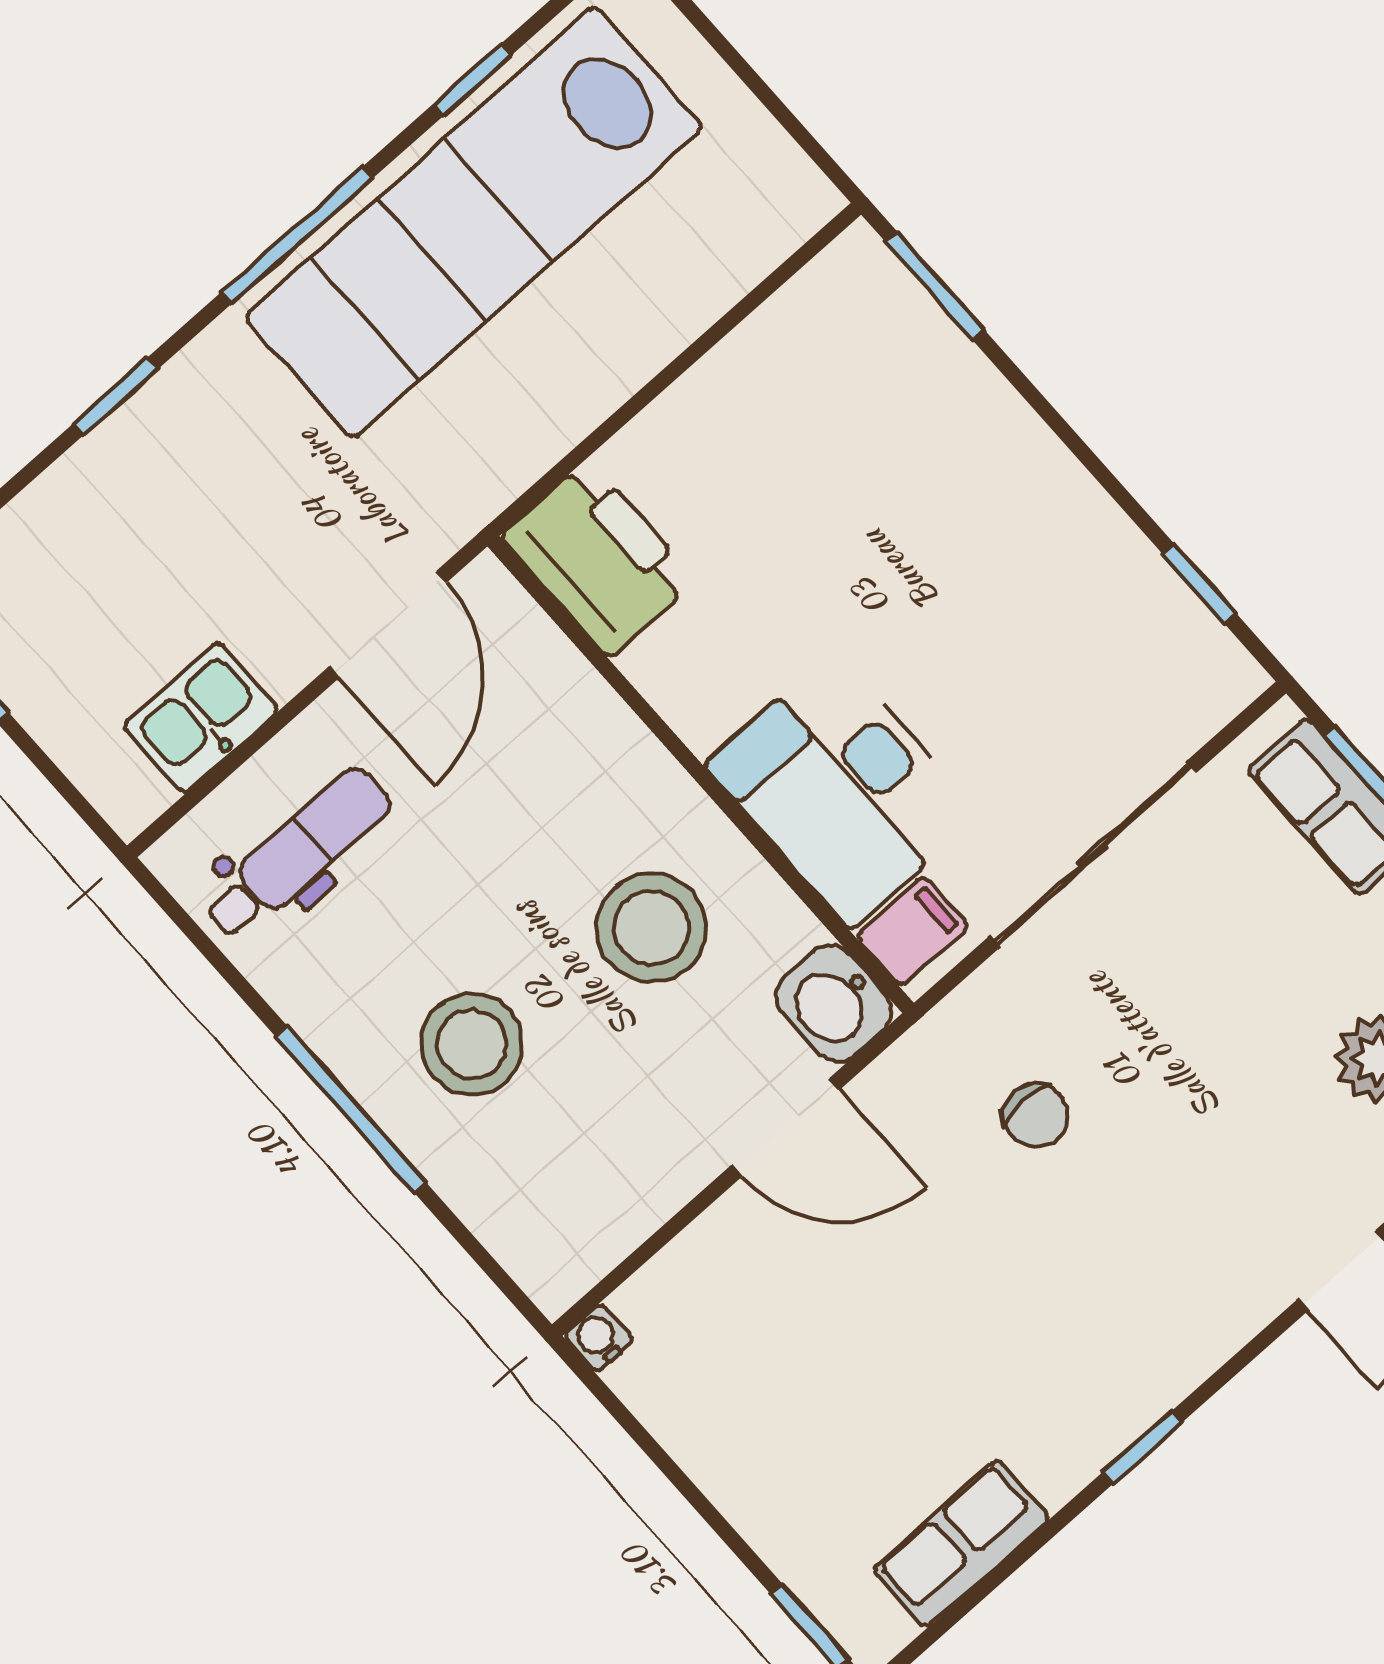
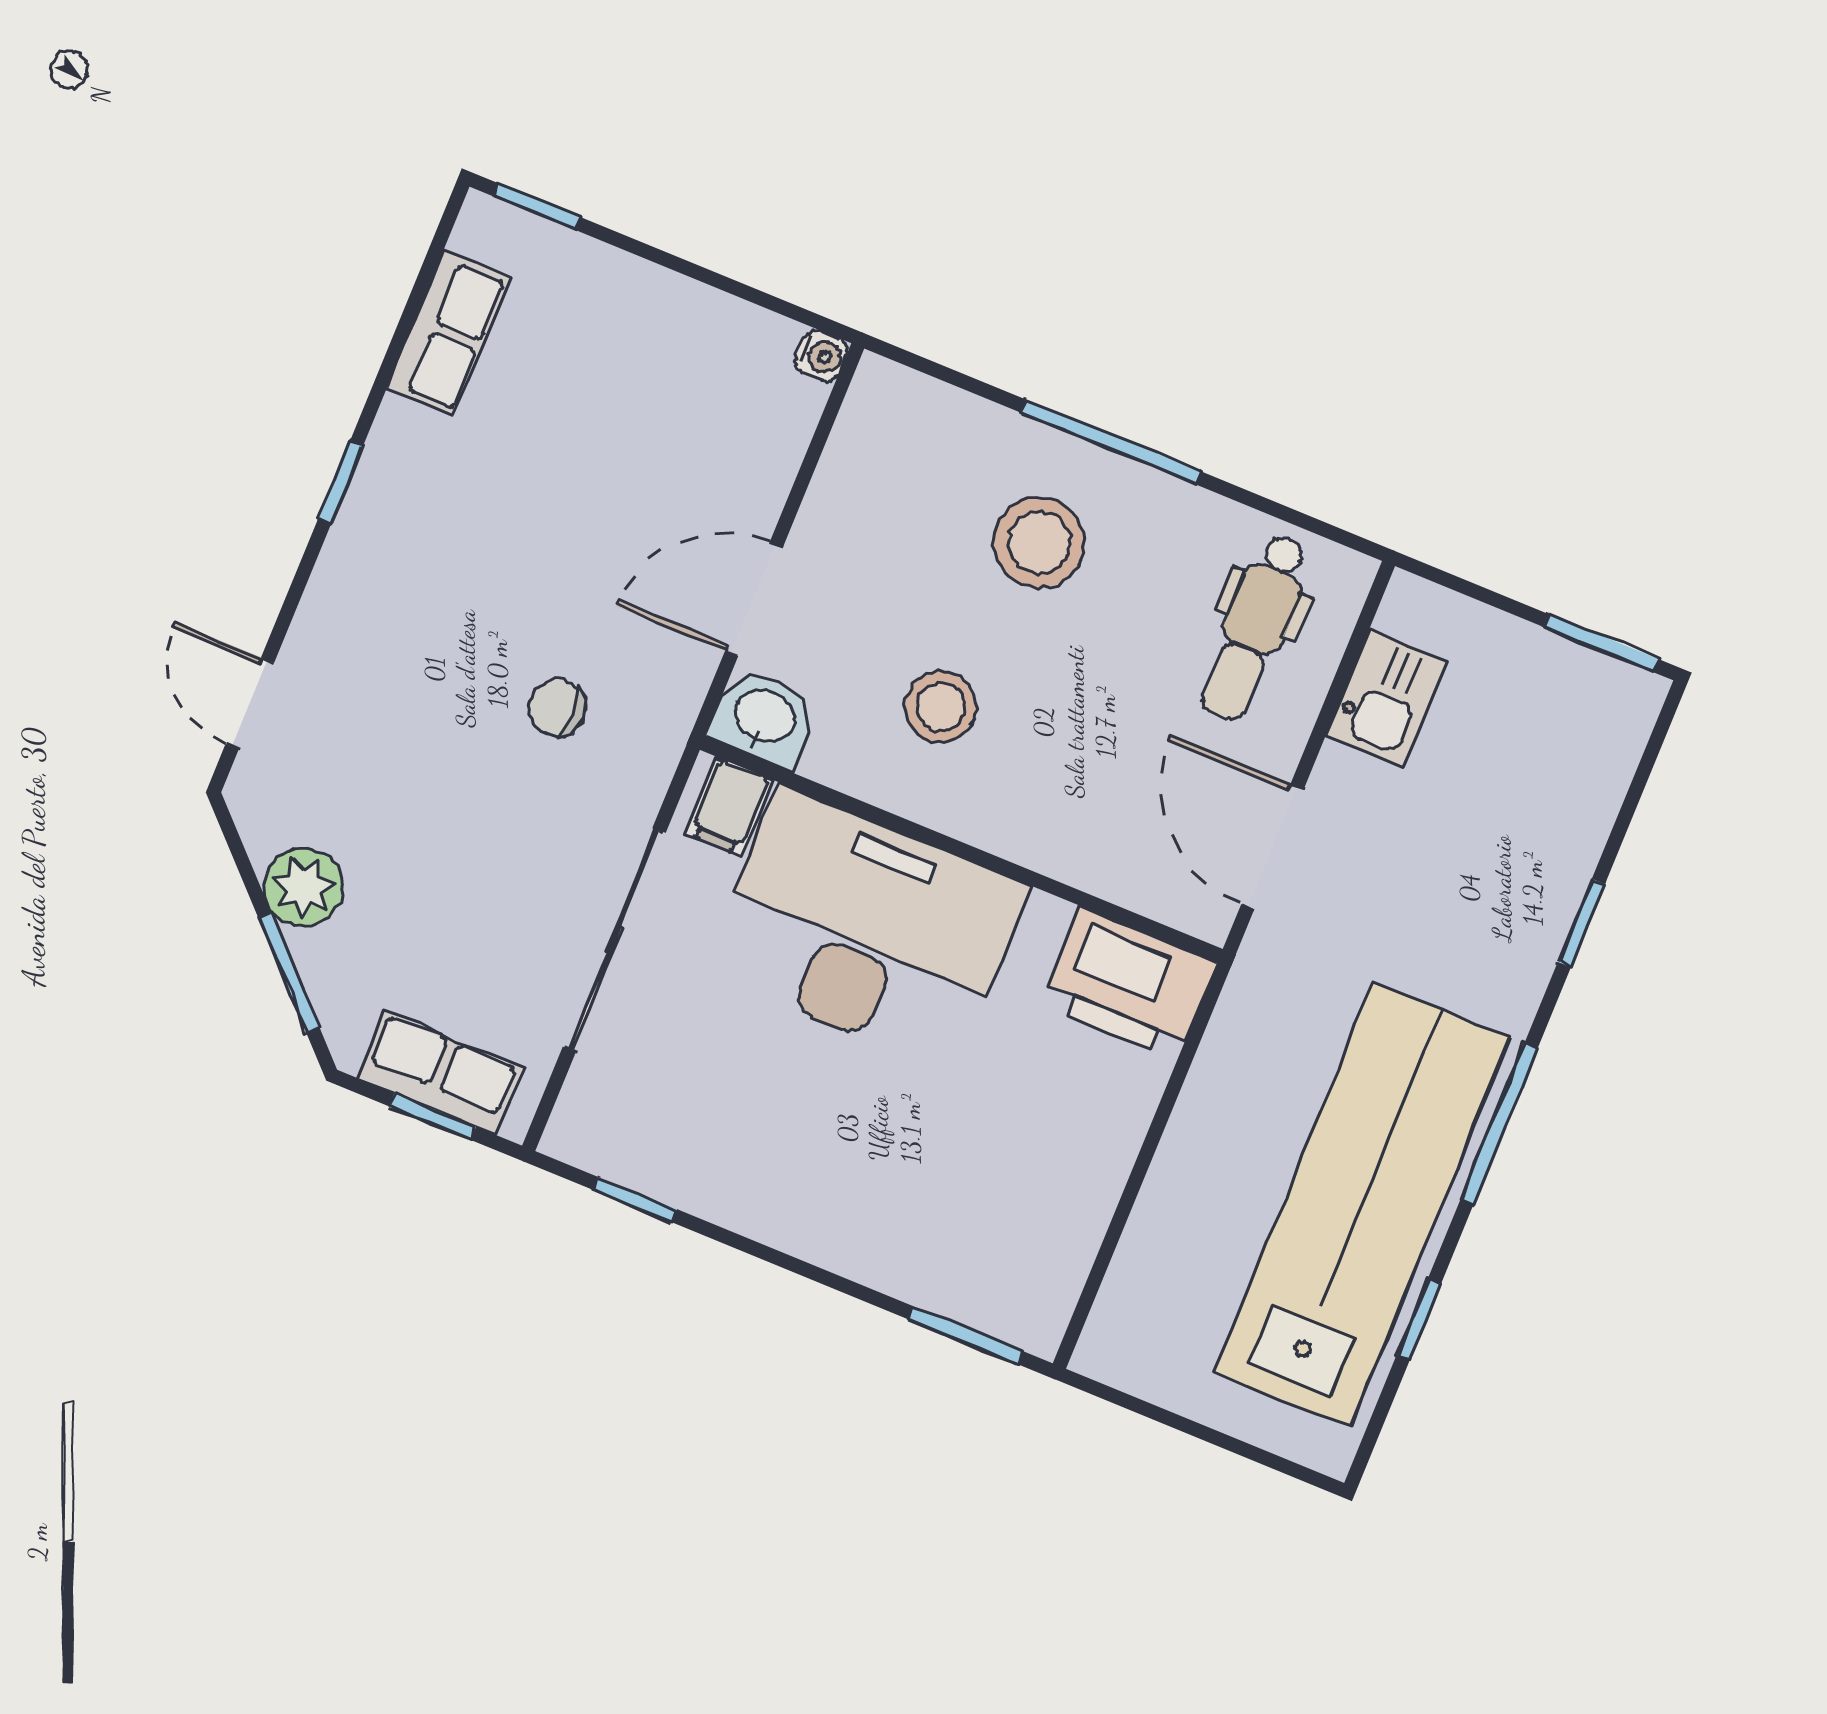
desk: (842, 790) -> (866, 929), width x1.36, depth x1.30
stool: (651, 928) -> (941, 707), width x0.73, depth x0.73

